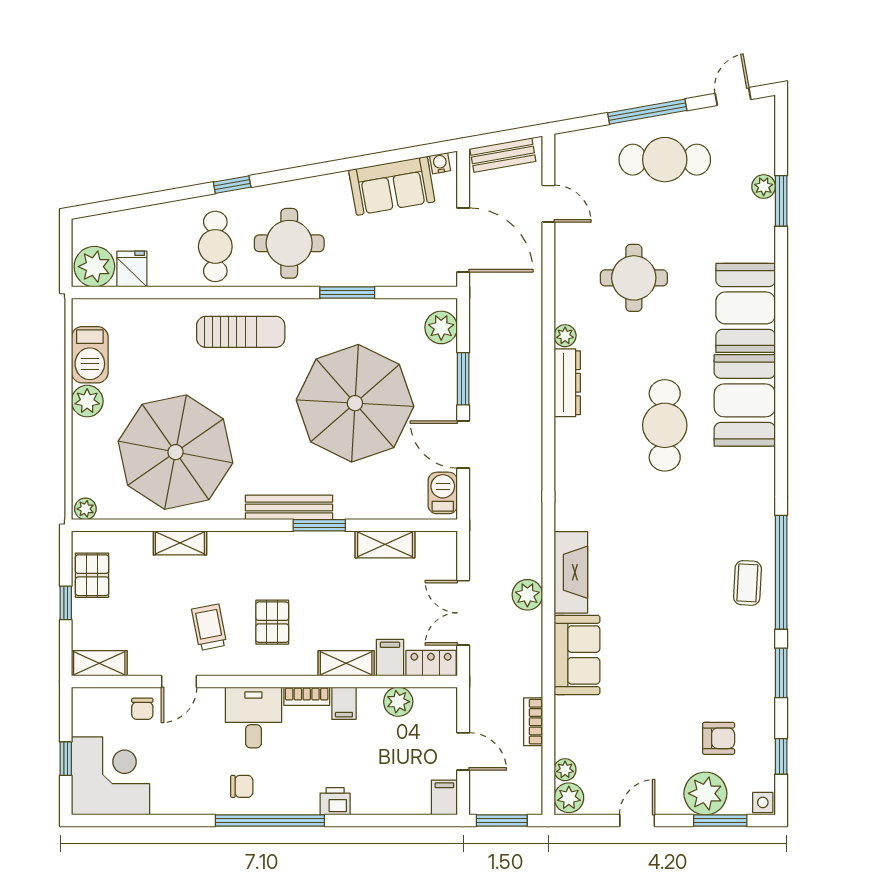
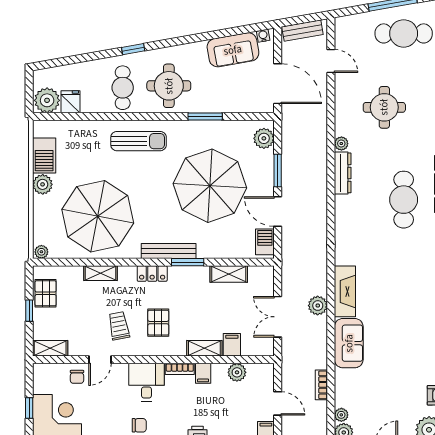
locker: (431, 663) -> (152, 274), moved, turned 180

